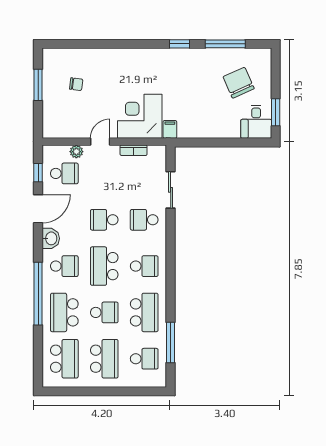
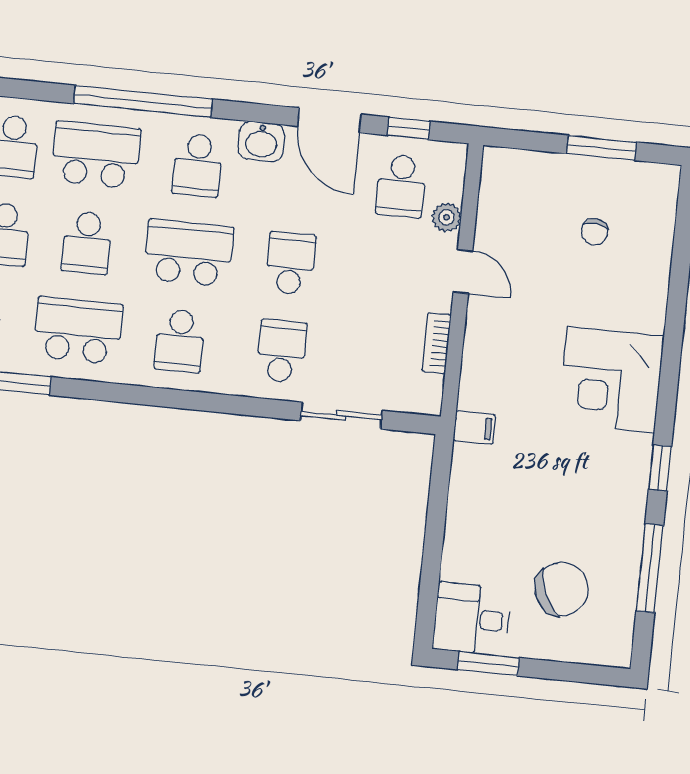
corner desk: (140, 116) -> (611, 380), moved, turned 180
school desk: (144, 312) -> (78, 330), turned 180

